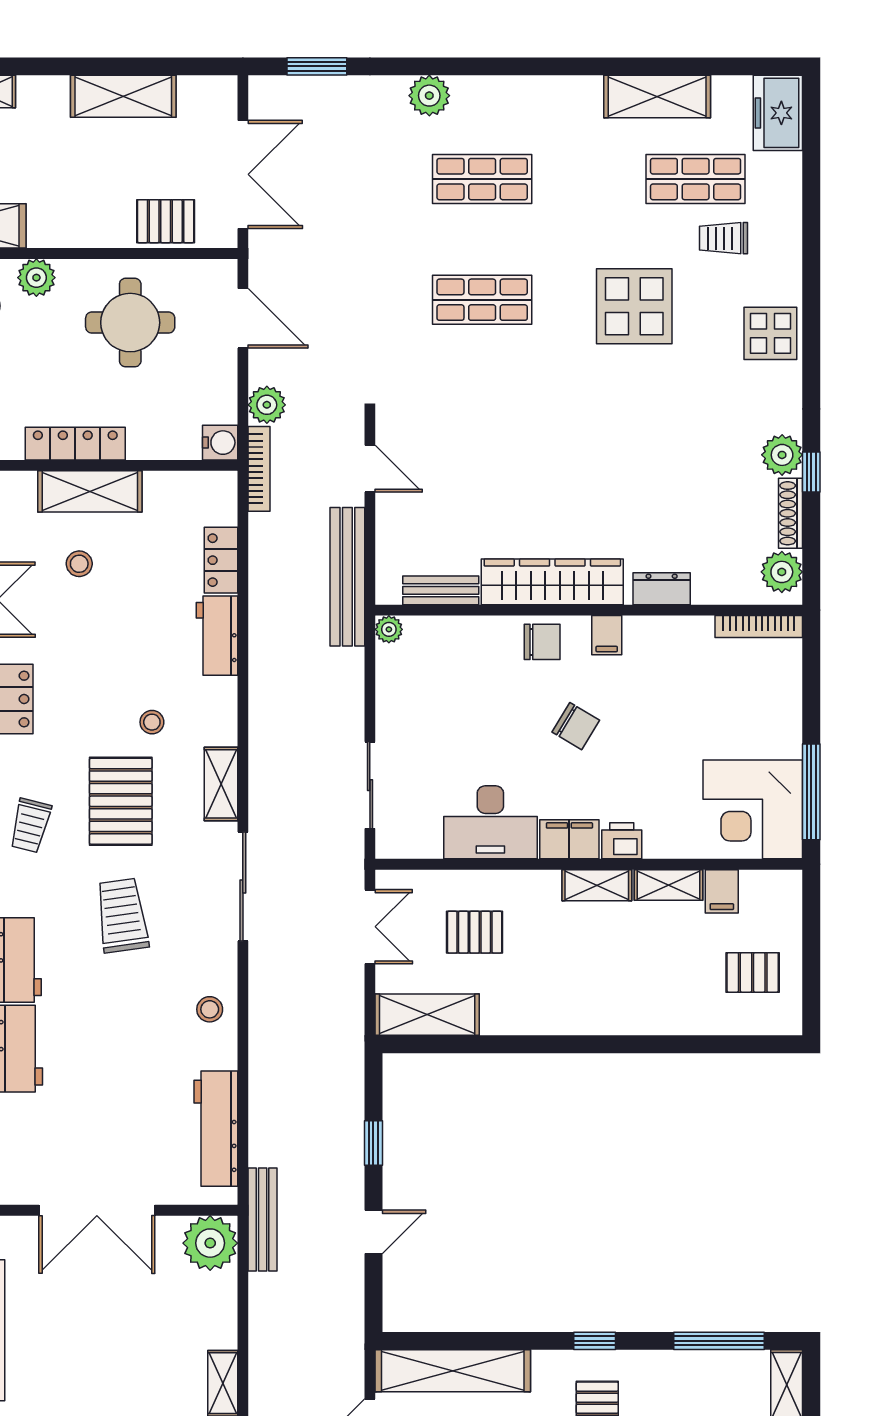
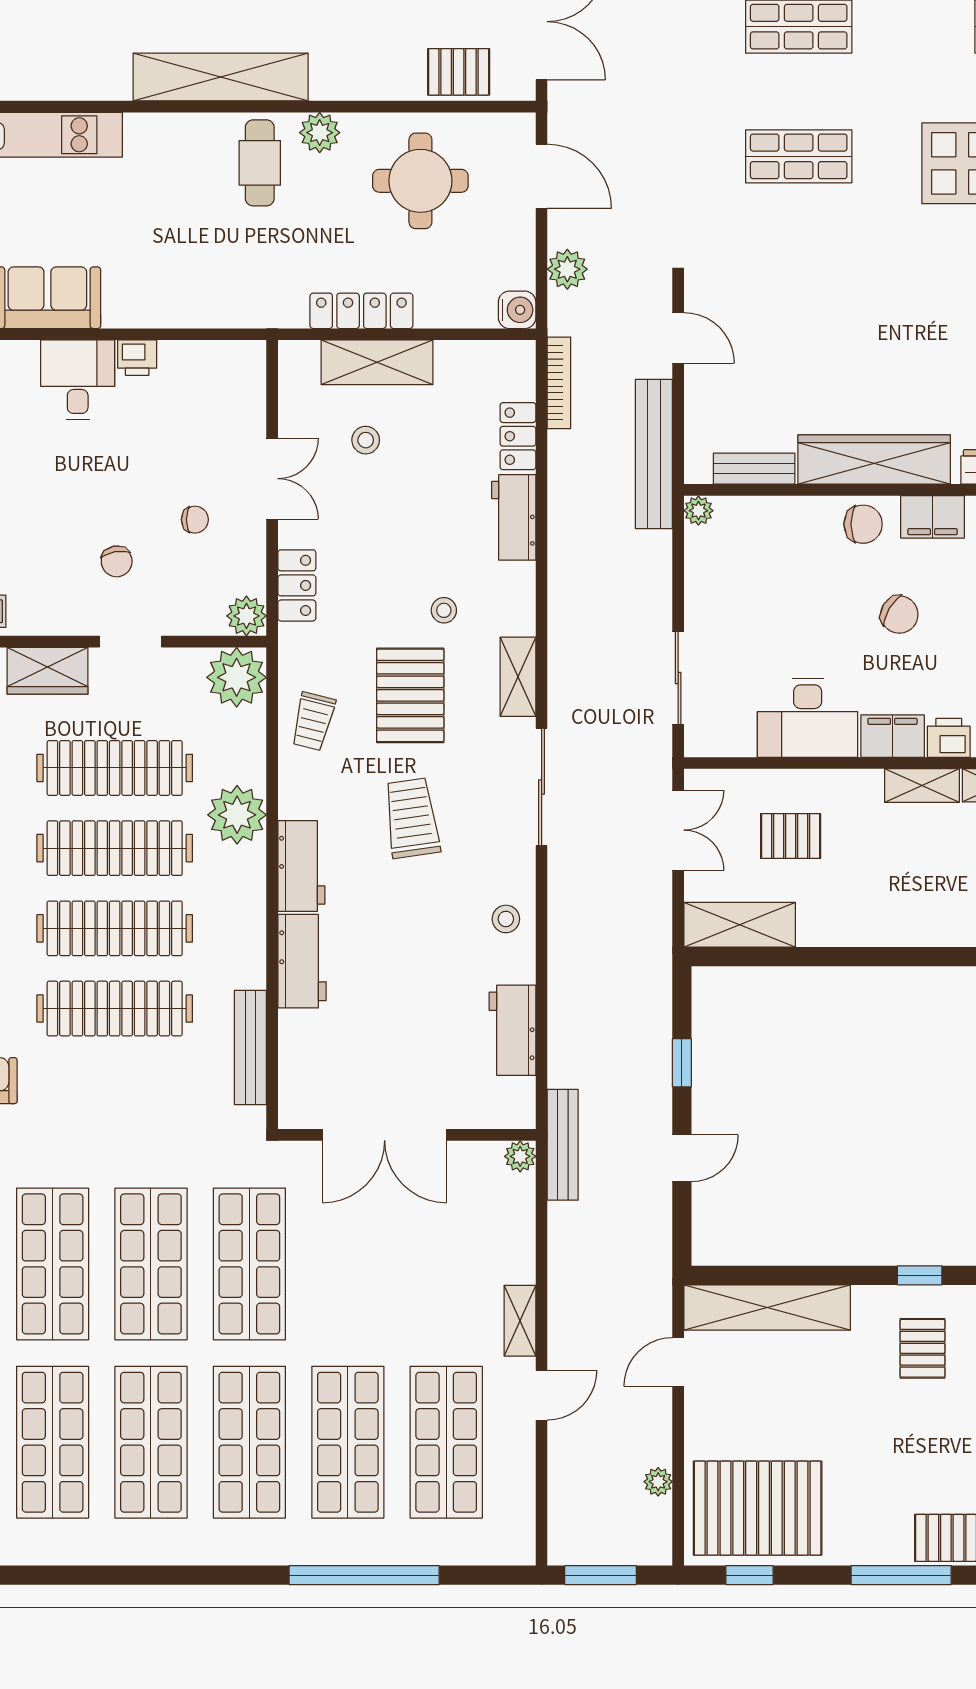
bookcase: (259, 469) -> (559, 383), moved
filing cabinet: (607, 635) -> (933, 517), width x2.00
workbench: (216, 1129) -> (513, 1030), width x0.73
plant: (210, 1243) -> (520, 1156), width x0.53, depth x0.53

